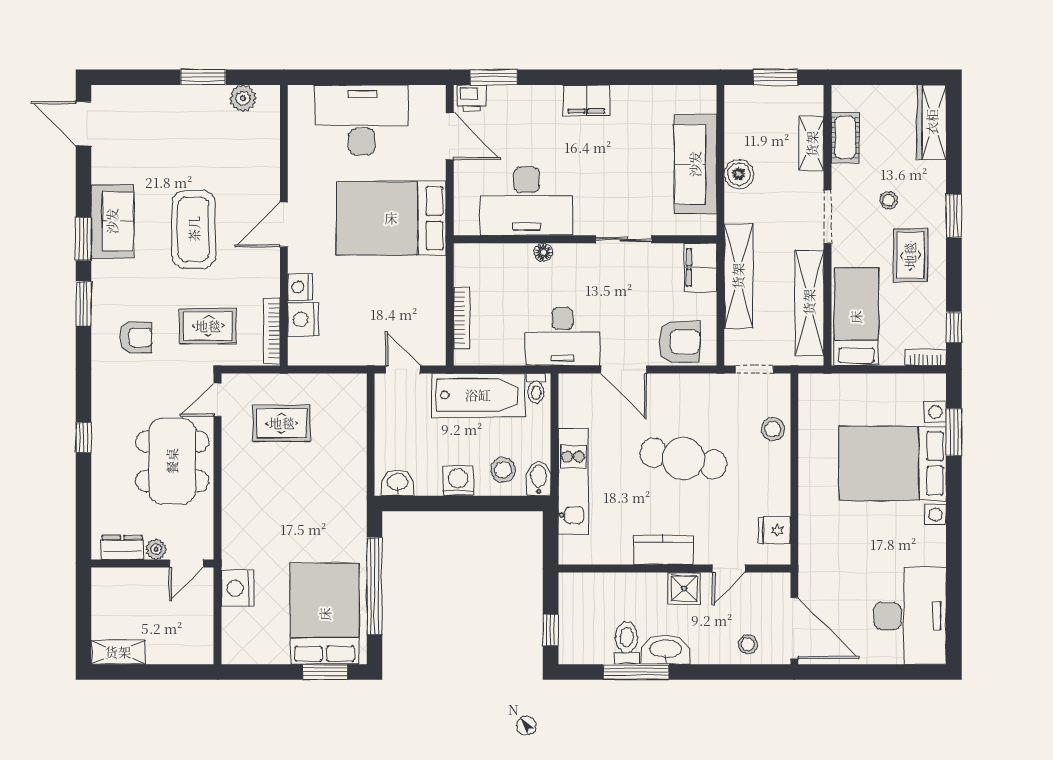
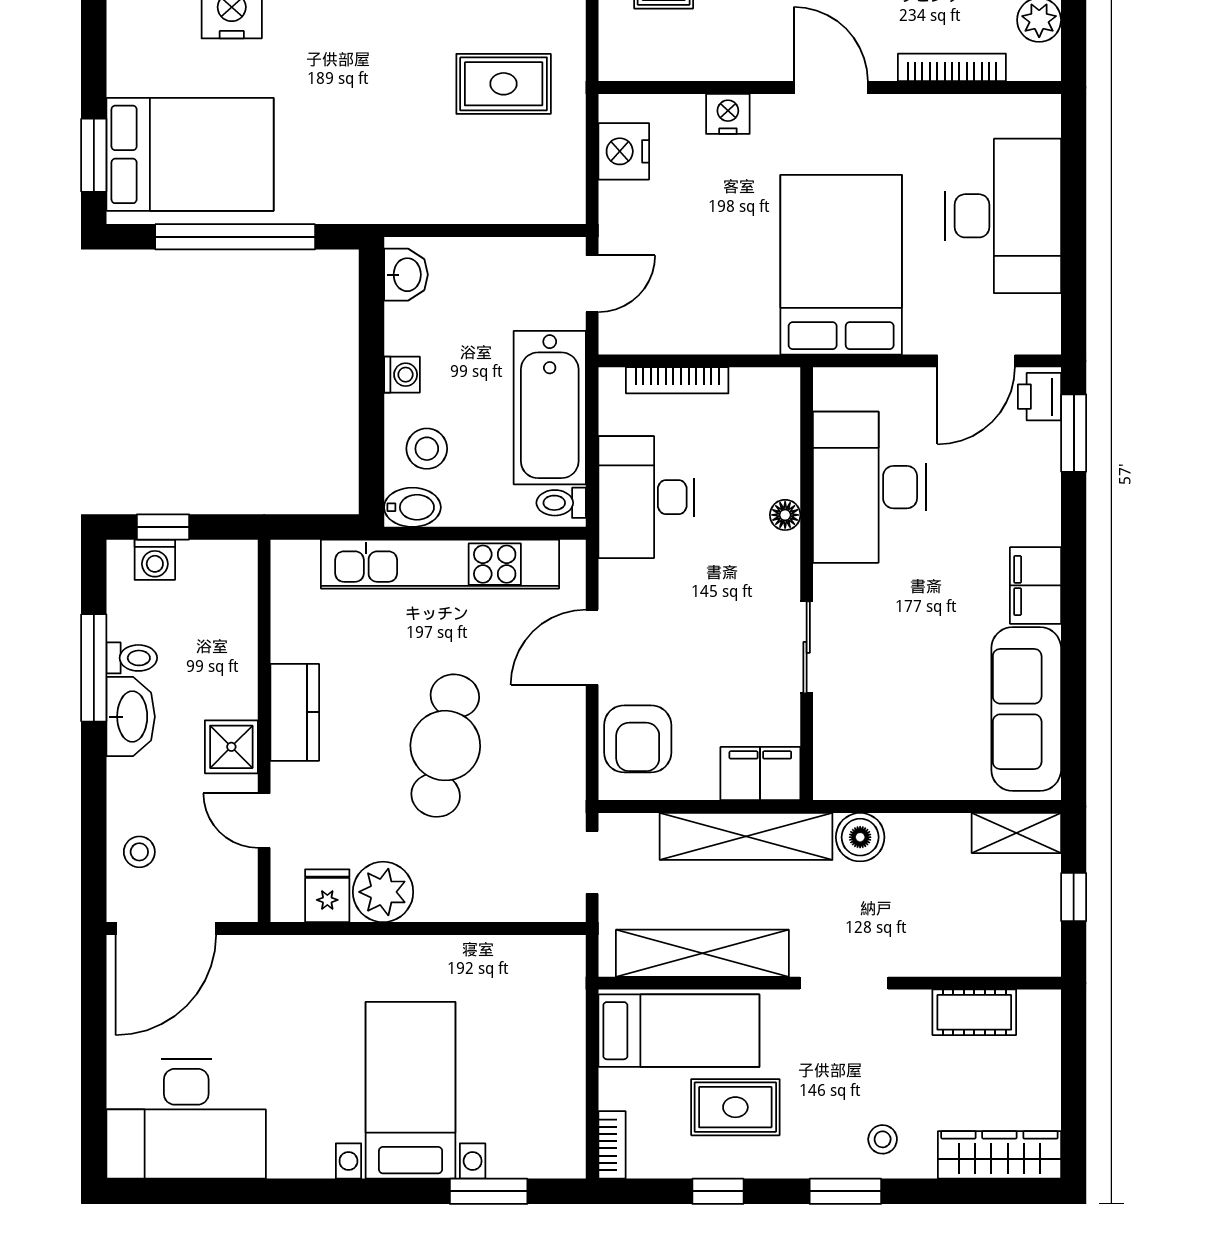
window: (775, 77) -> (1074, 897), width x0.67
shelving: (812, 144) -> (1016, 833), moved
sofa: (695, 164) -> (1026, 709), moved, turned -90
boiler: (739, 174) -> (860, 837), moved
stool: (889, 200) -> (883, 1139), moved
rug: (910, 255) -> (735, 1107), moved
nightstand: (303, 319) -> (624, 151), moved, turned -90
window: (954, 327) -> (718, 1191), moved
bookcase: (272, 331) -> (952, 67), moved
desk: (562, 337) -> (646, 497), moved
rug: (282, 423) -> (504, 84), turned 90
stool: (773, 429) -> (494, 893), removed
bed with nightstands: (893, 463) -> (411, 1090), width x0.73
washing machine: (458, 481) -> (402, 375), width x0.73, depth x0.73
kitchen unit: (573, 481) -> (440, 564), width x1.36
plant: (772, 496) -> (383, 892), added
washing machine: (571, 635) -> (155, 560), added
toilet: (627, 643) -> (132, 658), width x0.73, depth x0.72

